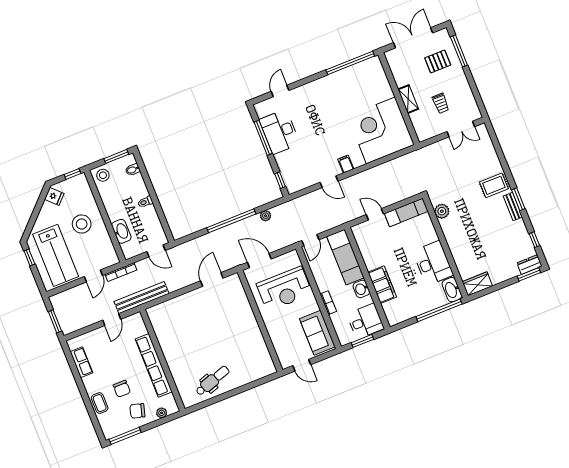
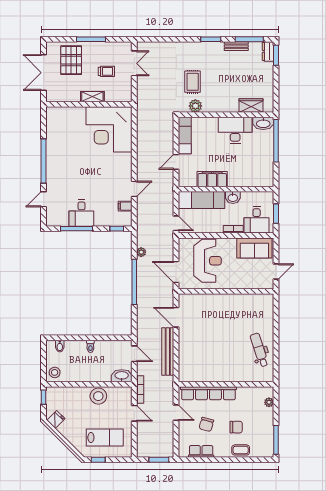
window: (459, 51) -> (91, 39), moved
pallet: (438, 61) -> (71, 60), width x1.50, depth x1.42
window: (350, 63) -> (44, 161), moved
door: (280, 91) -> (44, 199), hinge flipped
desk: (280, 132) -> (81, 213), width x0.73
window: (116, 156) -> (44, 355), removed
filing cabinet: (346, 164) -> (125, 206), moved
rug: (494, 185) -> (193, 82), moved
bench: (513, 207) -> (236, 46), moved
stool: (82, 224) -> (98, 396), moved
washbasin: (121, 231) -> (122, 376), moved
window: (534, 240) -> (249, 39), width x2.17
door: (156, 251) -> (134, 354), hinge flipped
lab bench: (56, 255) -> (105, 438), width x0.73, depth x0.72
door: (259, 261) -> (176, 272), hinge flipped
wardrobe: (477, 284) -> (251, 106), moved, turned 90
filing cabinet: (382, 285) -> (212, 179), moved
bench: (142, 298) -> (168, 352), moved
desk: (365, 321) -> (257, 220), moved, turned 180
row of seats: (154, 365) -> (208, 393), moved
chair: (137, 411) -> (206, 424), moved

